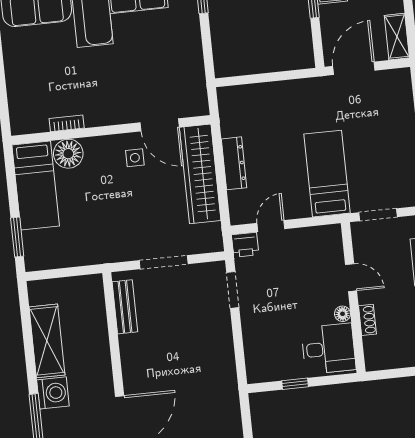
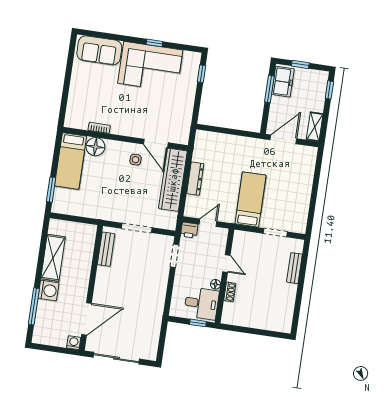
door: (351, 278) -> (226, 264), moved
wall: (353, 298) -> (225, 276), moved
floor lamp: (343, 314) -> (216, 284), moved
shoe rack: (367, 320) -> (230, 292), moved
desk: (328, 349) -> (201, 303), moved

